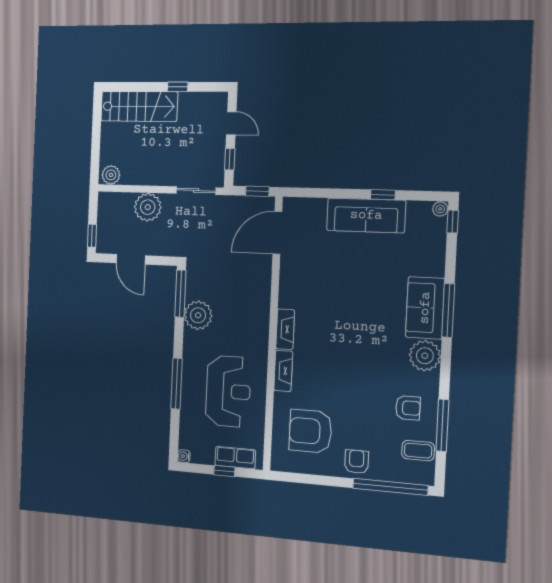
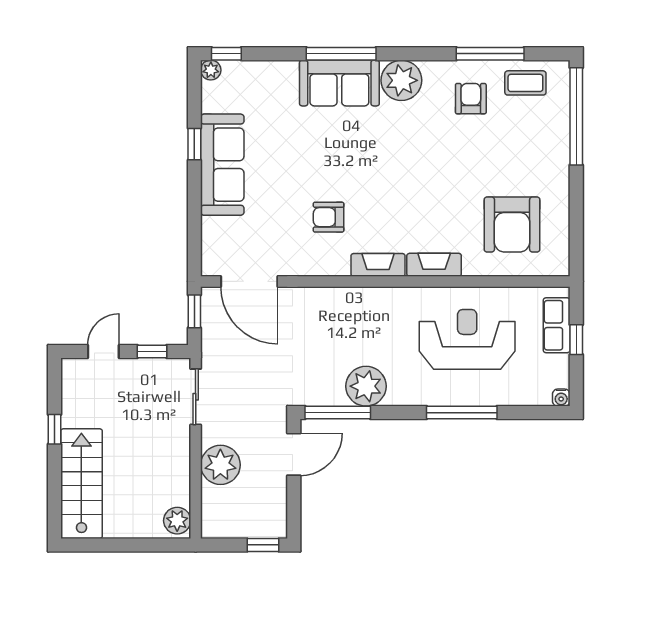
door: (131, 259) -> (294, 454), moved
coffee table: (418, 451) -> (525, 83), turned 90
armchair: (357, 462) -> (329, 217), moved

